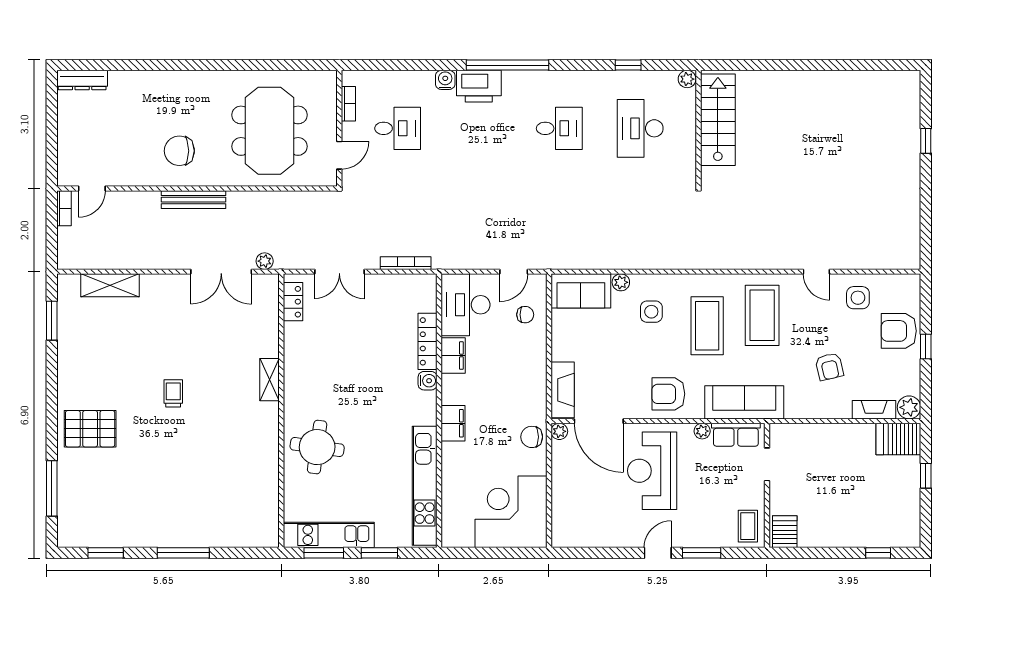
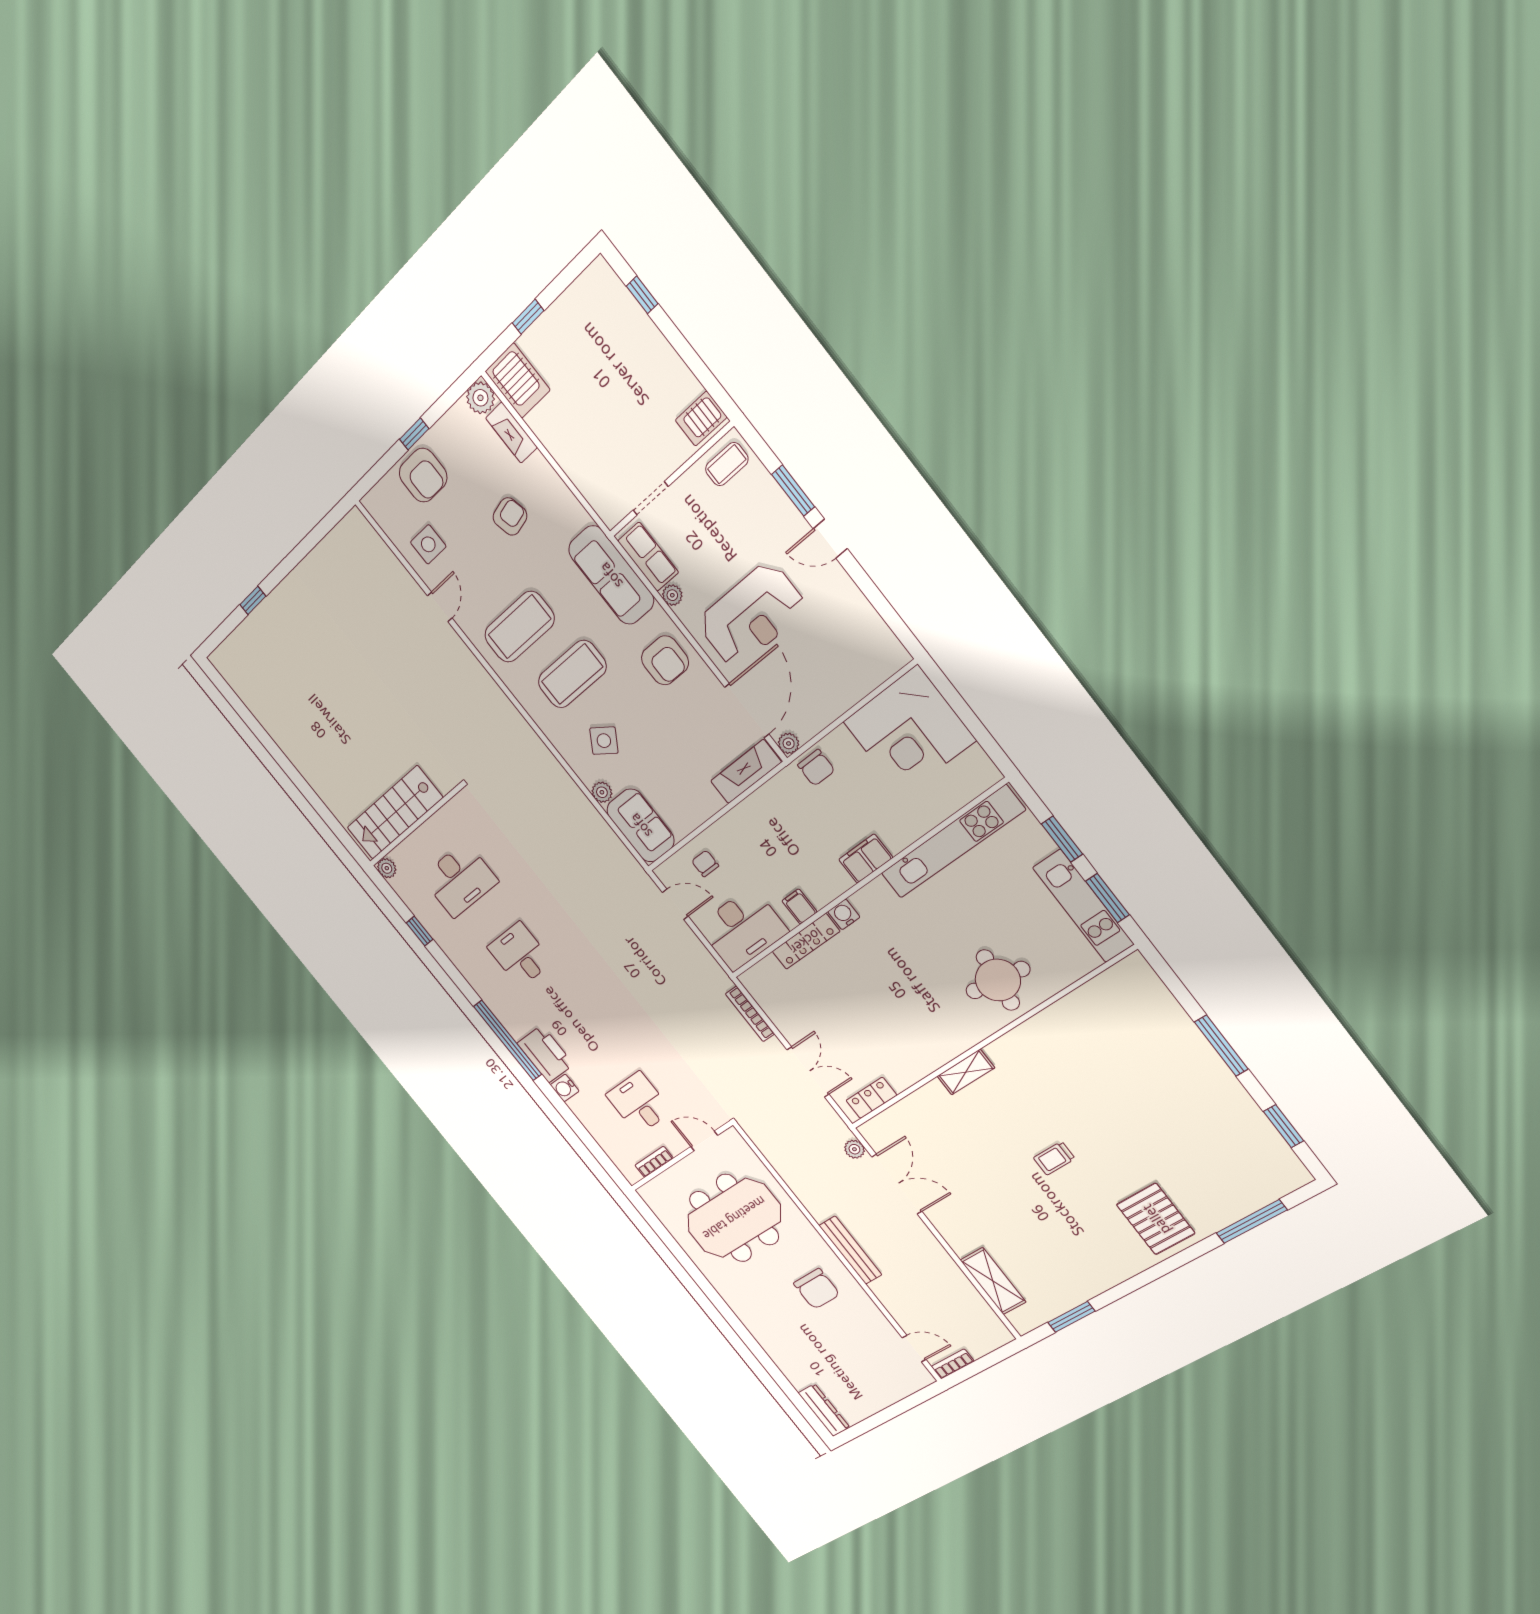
side table: (651, 312) -> (604, 741), turned 34
filing cabinet: (453, 356) -> (800, 906), width x0.50

